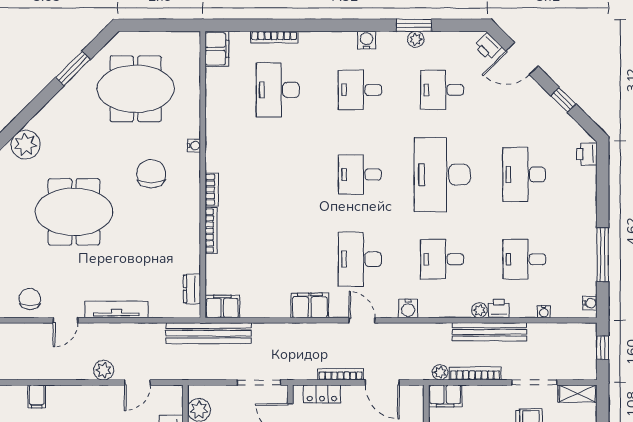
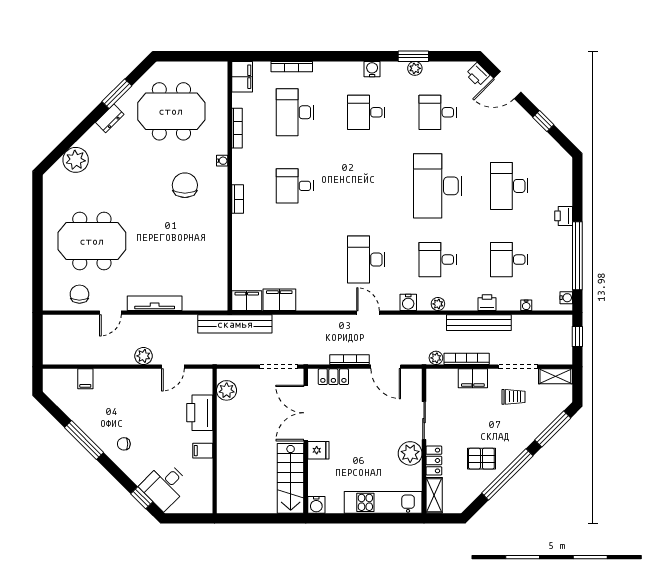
printer: (587, 154) -> (564, 216), moved
desk: (360, 175) -> (295, 186), moved
meeting table: (74, 212) -> (92, 241), moved
bookcase: (211, 231) -> (237, 128), moved
window: (603, 255) -> (577, 256), width x1.46
dresser: (192, 289) -> (110, 118), moved, turned -135
filing cabinet: (310, 305) -> (279, 300), moved
plant: (479, 310) -> (438, 304), moved
filing cabinet: (445, 396) -> (473, 378), moved

